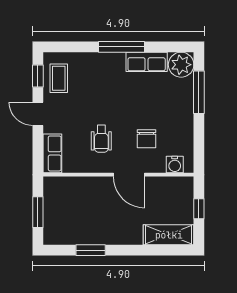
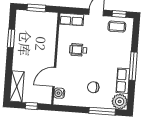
chair: (146, 139) -> (93, 87), moved
door: (129, 175) -> (54, 77), moved

